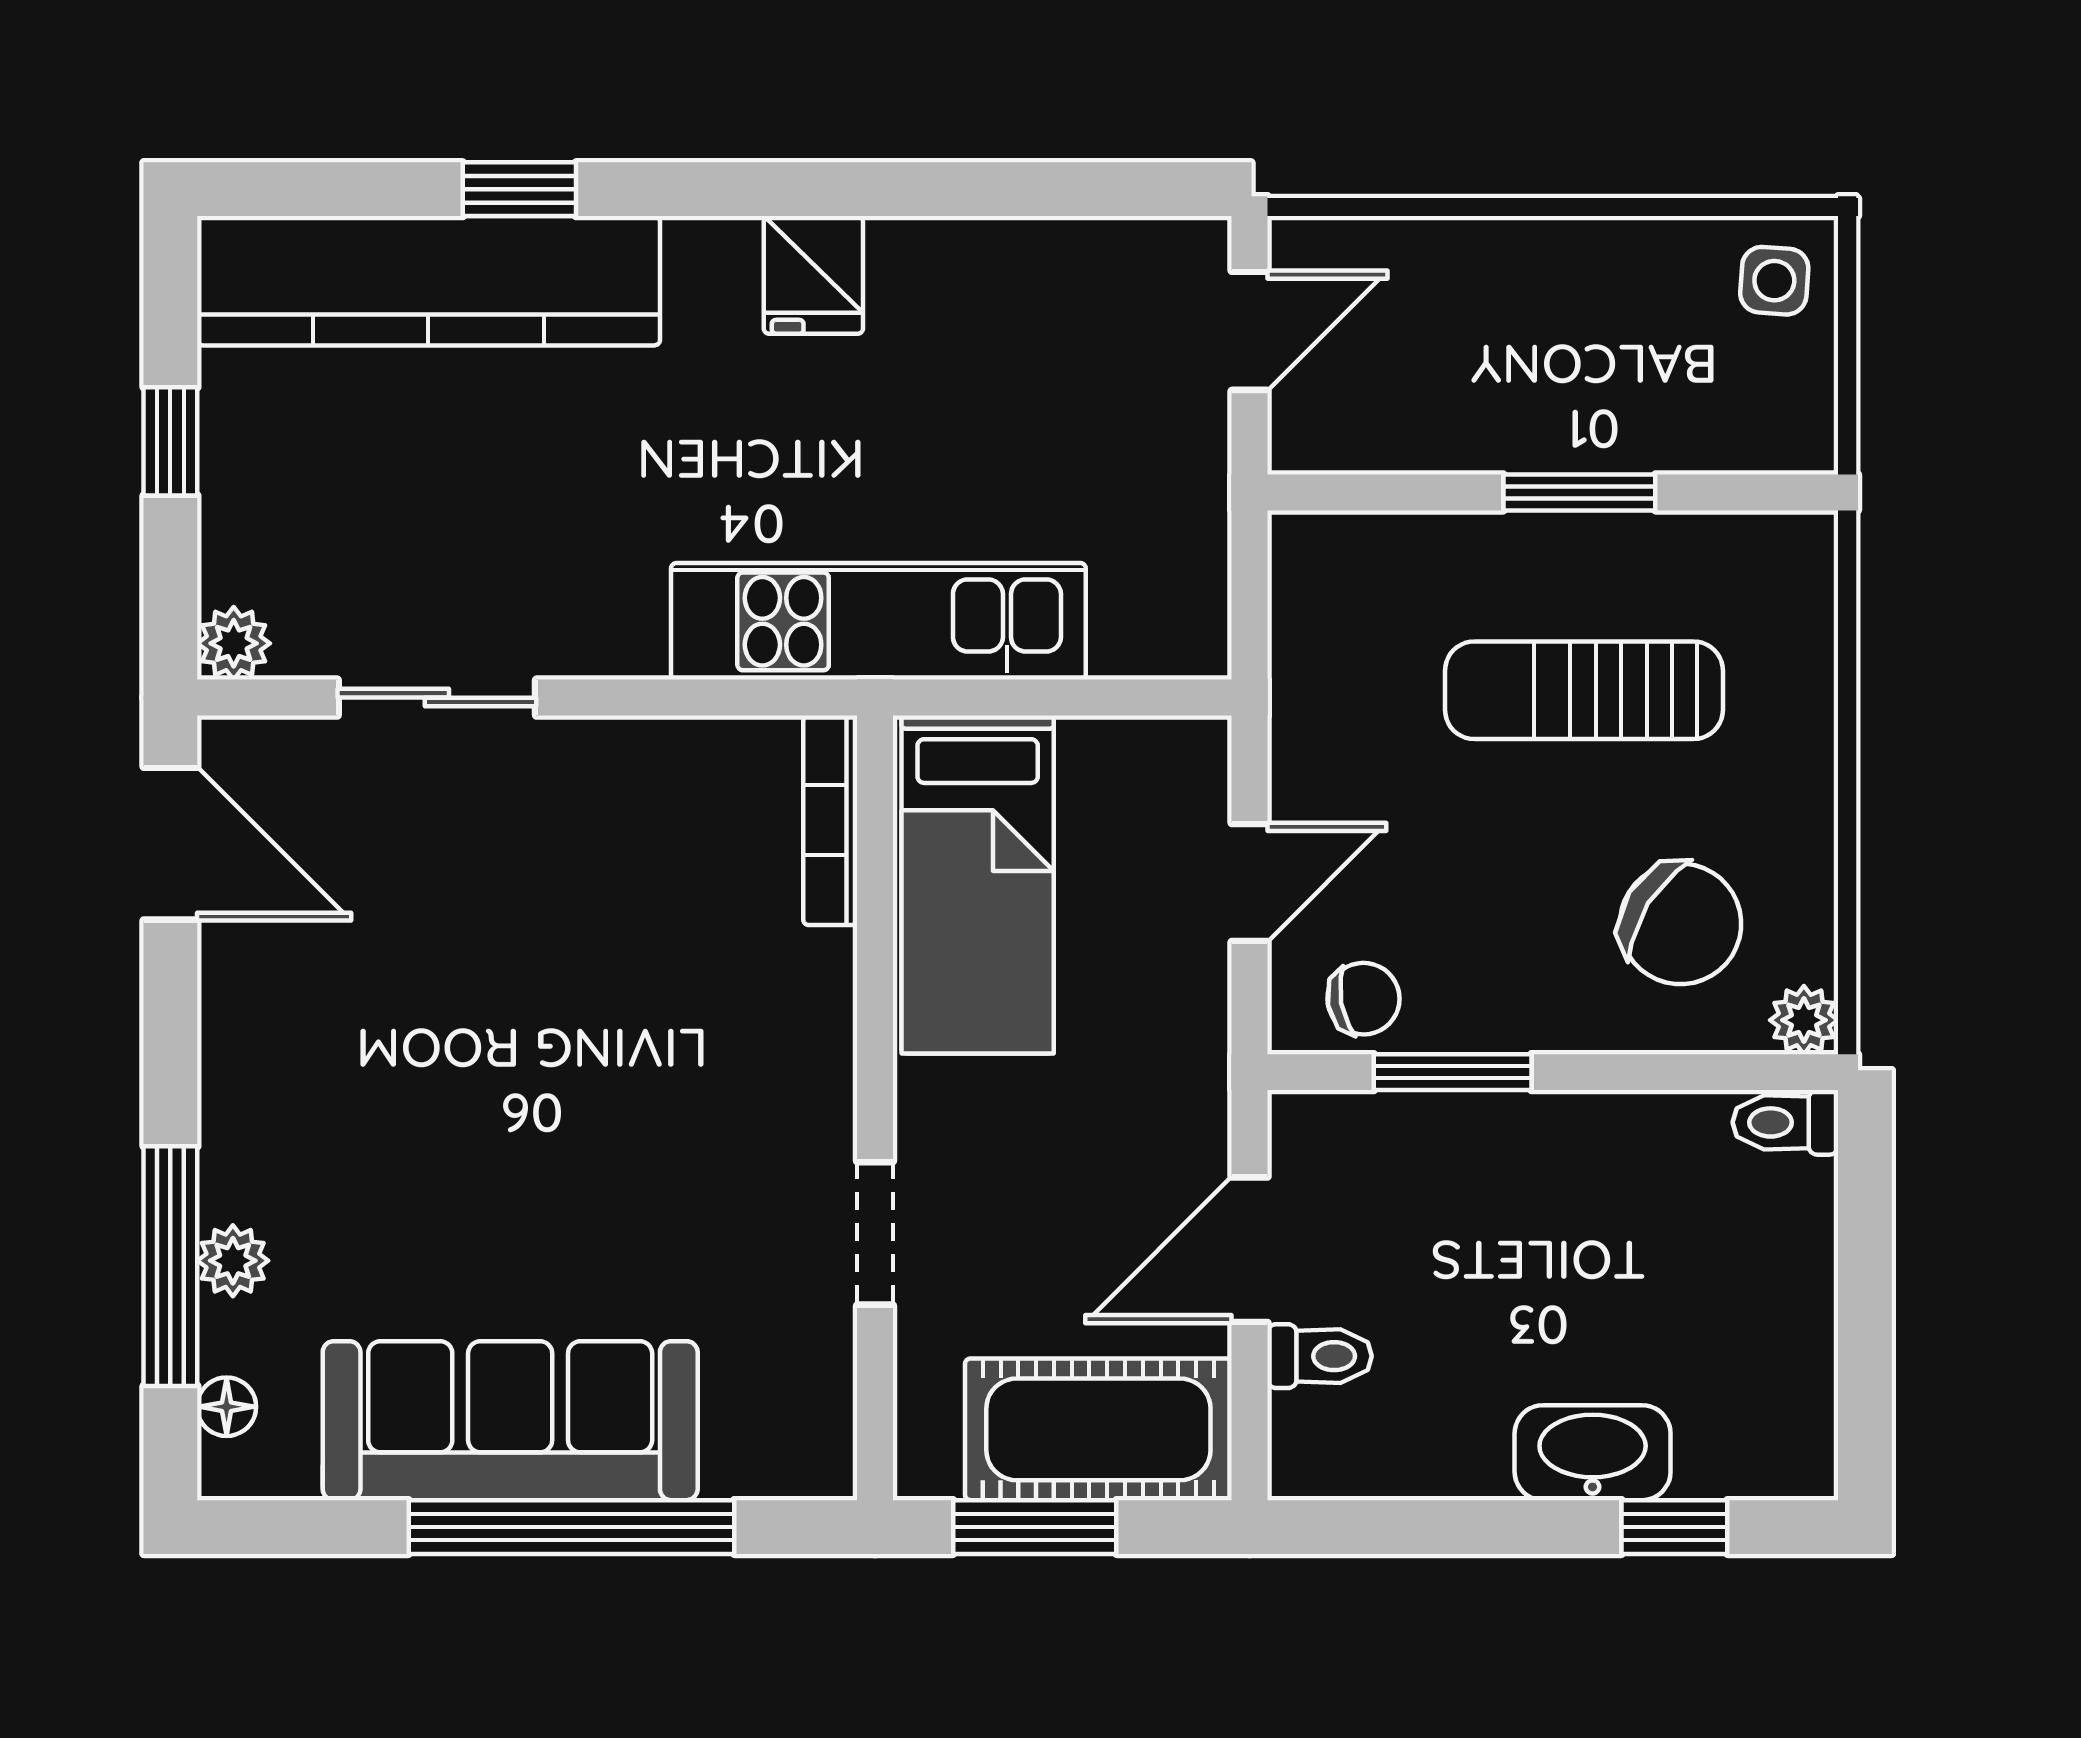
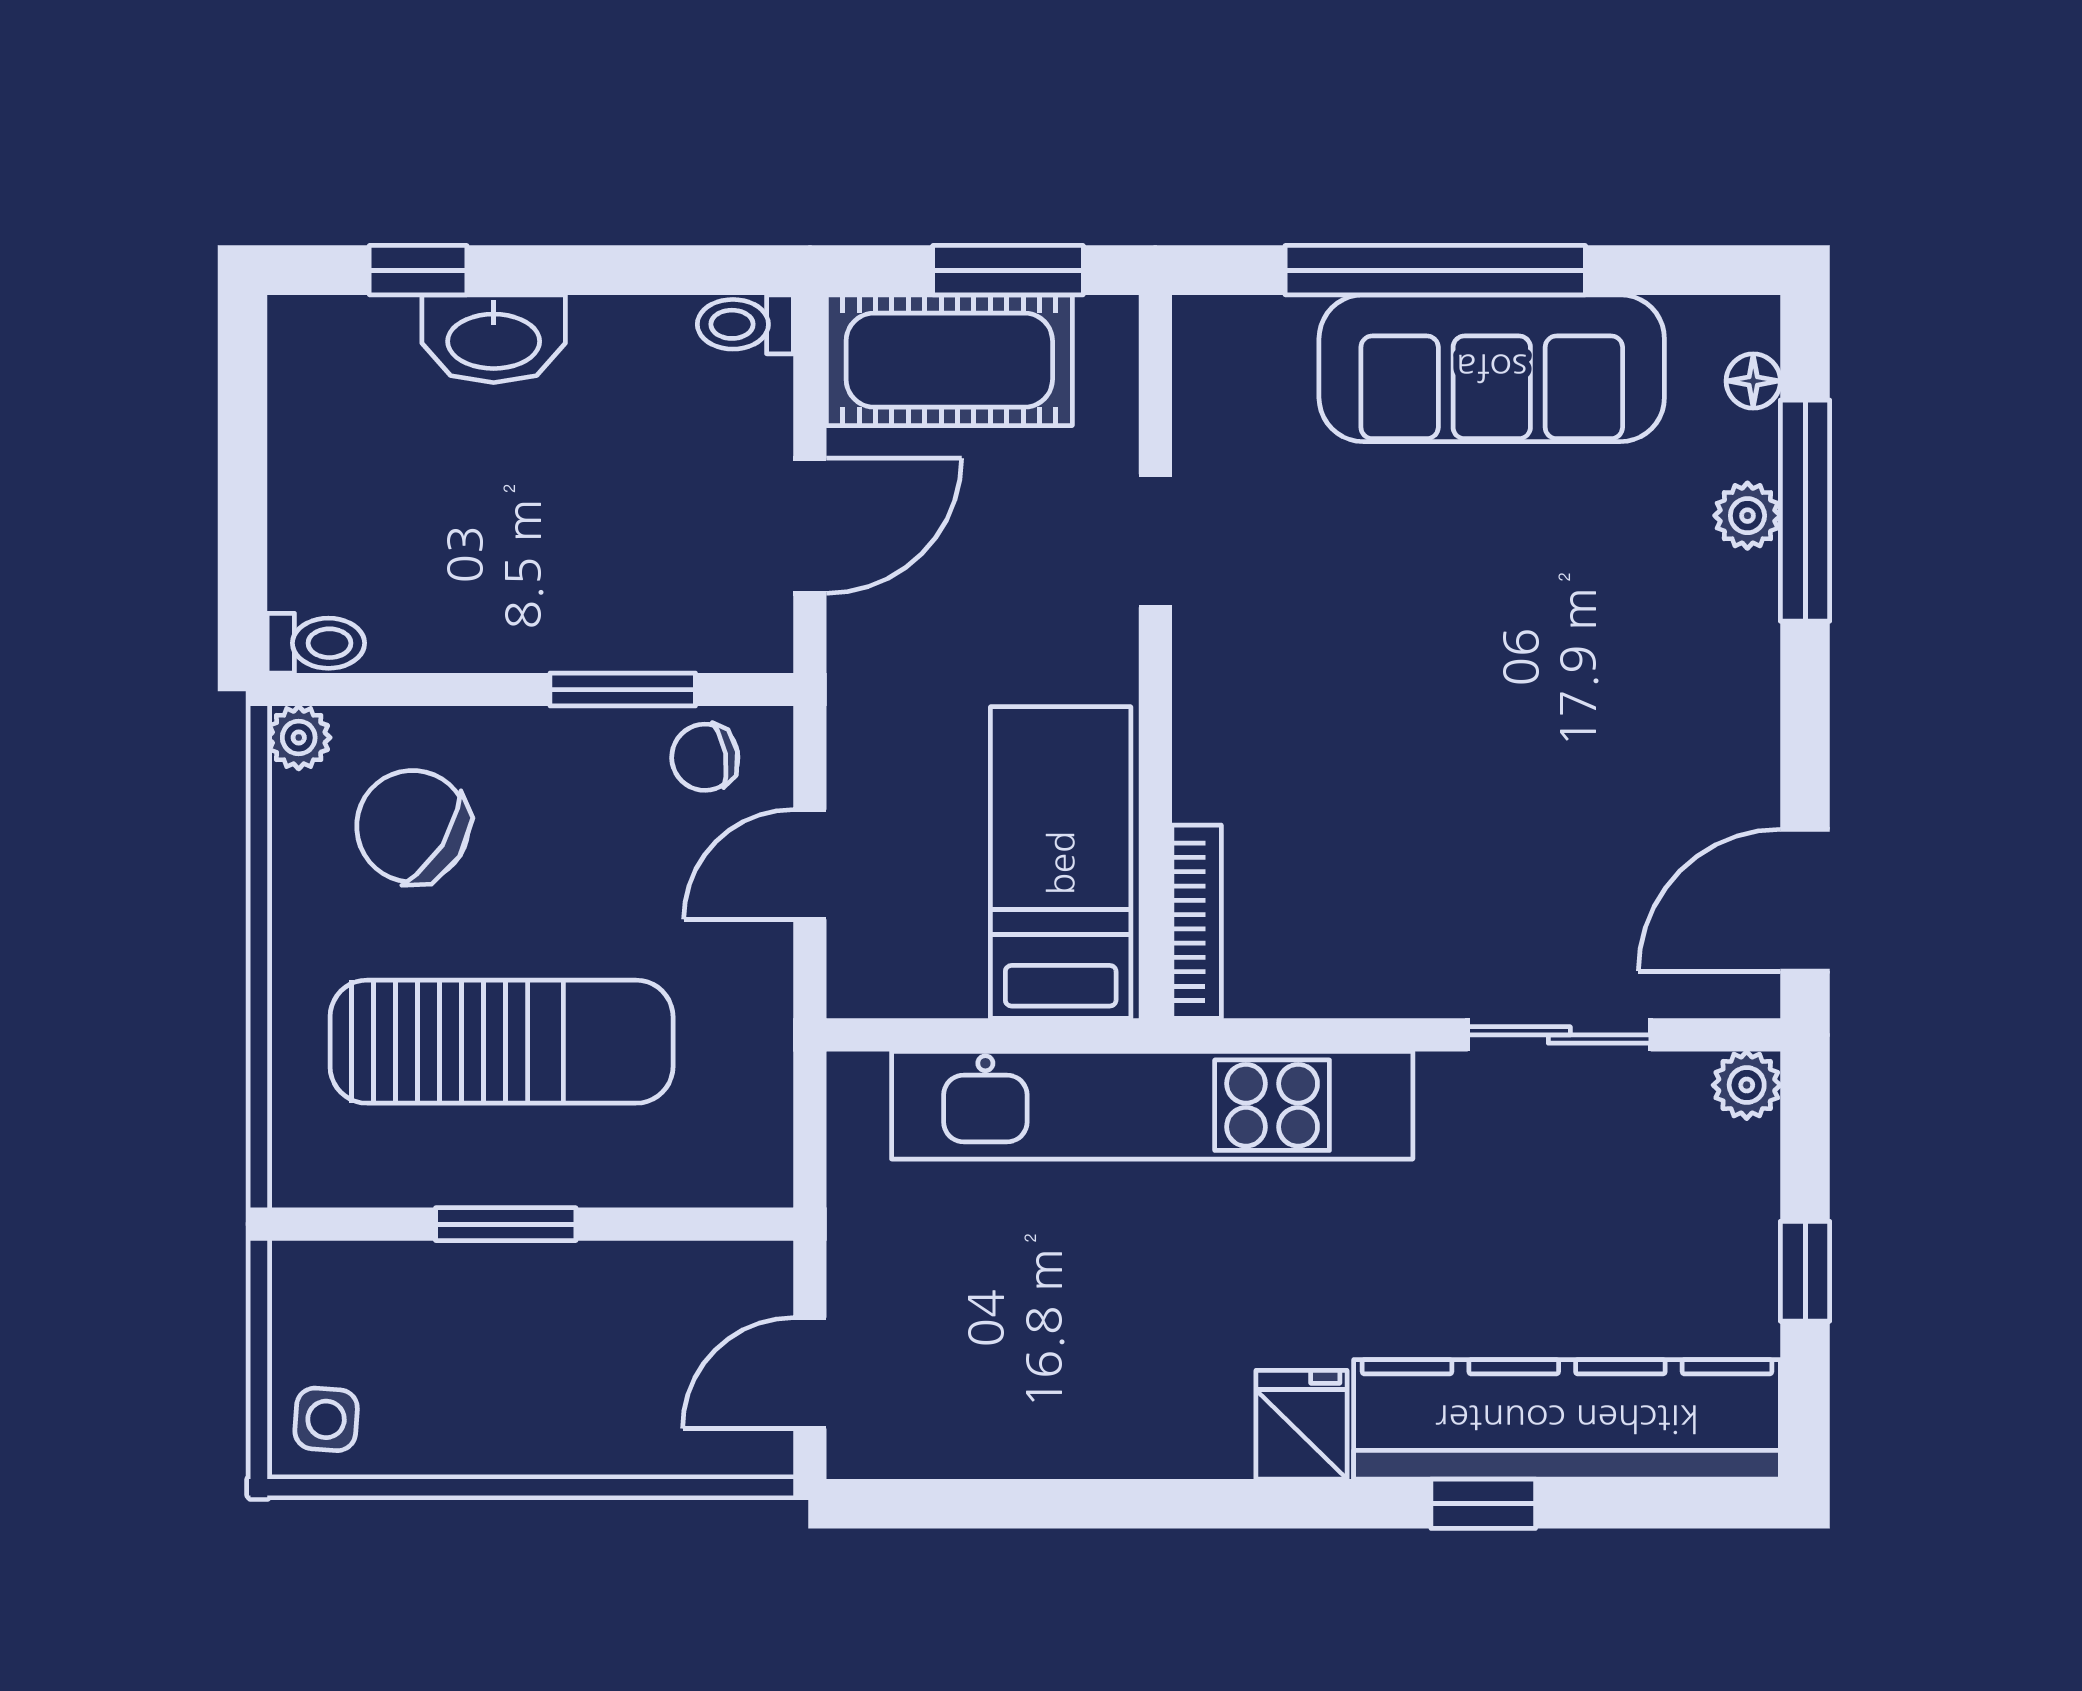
fridge: (813, 275) -> (1302, 1425), moved
kitchen unit: (878, 621) -> (1152, 1105), width x1.36
sun lounger: (1584, 690) -> (502, 1042), width x1.36, depth x1.34
door: (170, 844) -> (1805, 900), hinge flipped
toilet: (1320, 1356) -> (745, 324), moved

